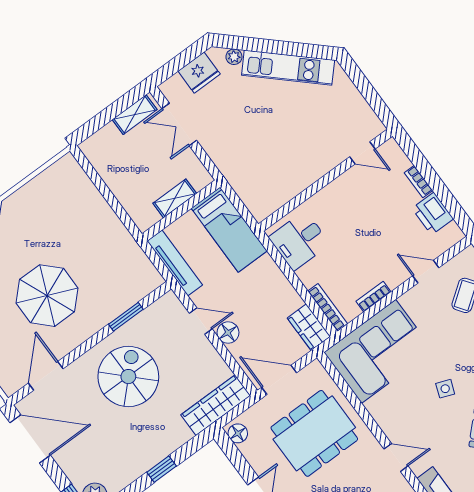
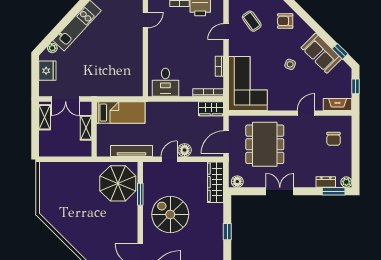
shelving: (175, 198) -> (86, 128), moved
wall: (181, 210) -> (94, 129), moved
bed: (229, 230) -> (121, 112), moved
parasol: (47, 296) -> (118, 183), moved

